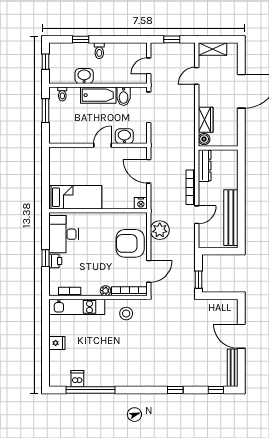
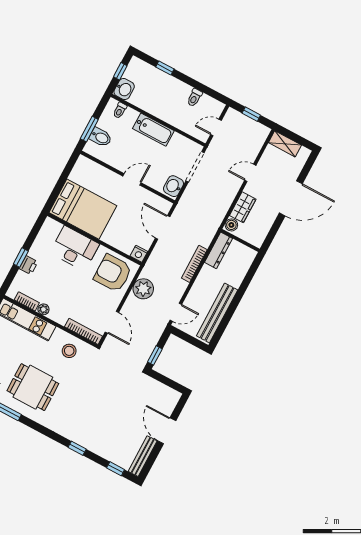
toilet: (99, 51) -> (195, 98), moved
washbasin: (84, 76) -> (124, 89), moved, turned 90
door: (197, 76) -> (250, 173), moved
bidet: (124, 96) -> (101, 137), moved, turned -90
window: (46, 111) -> (89, 129), moved
washbasin: (124, 136) -> (174, 186), moved, turned -90
bed: (75, 197) -> (83, 209), width x1.50
door: (197, 215) -> (176, 312), moved
desk: (64, 234) -> (75, 248), moved, turned 90
armchair: (130, 243) -> (113, 273), moved
door: (149, 271) -> (112, 322), hinge flipped
plant: (105, 291) -> (43, 309), moved
dining table: (112, 359) -> (33, 387), added

